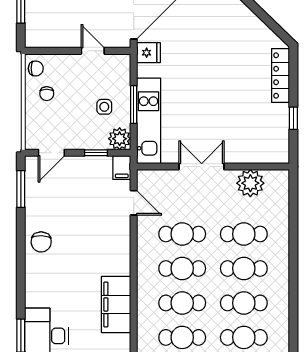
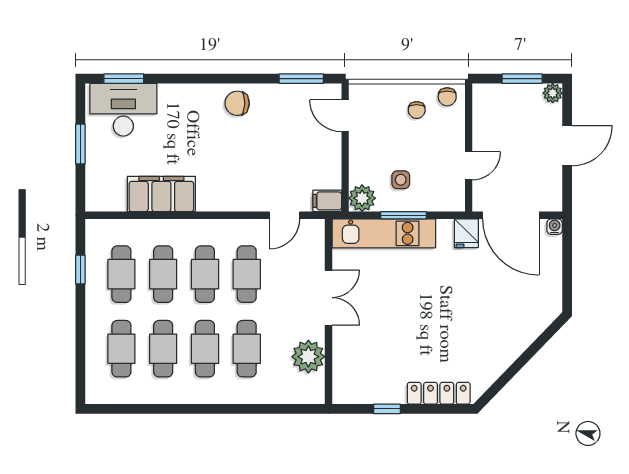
chair: (47, 94) -> (417, 110), turned -90
window: (96, 153) -> (345, 170), removed

